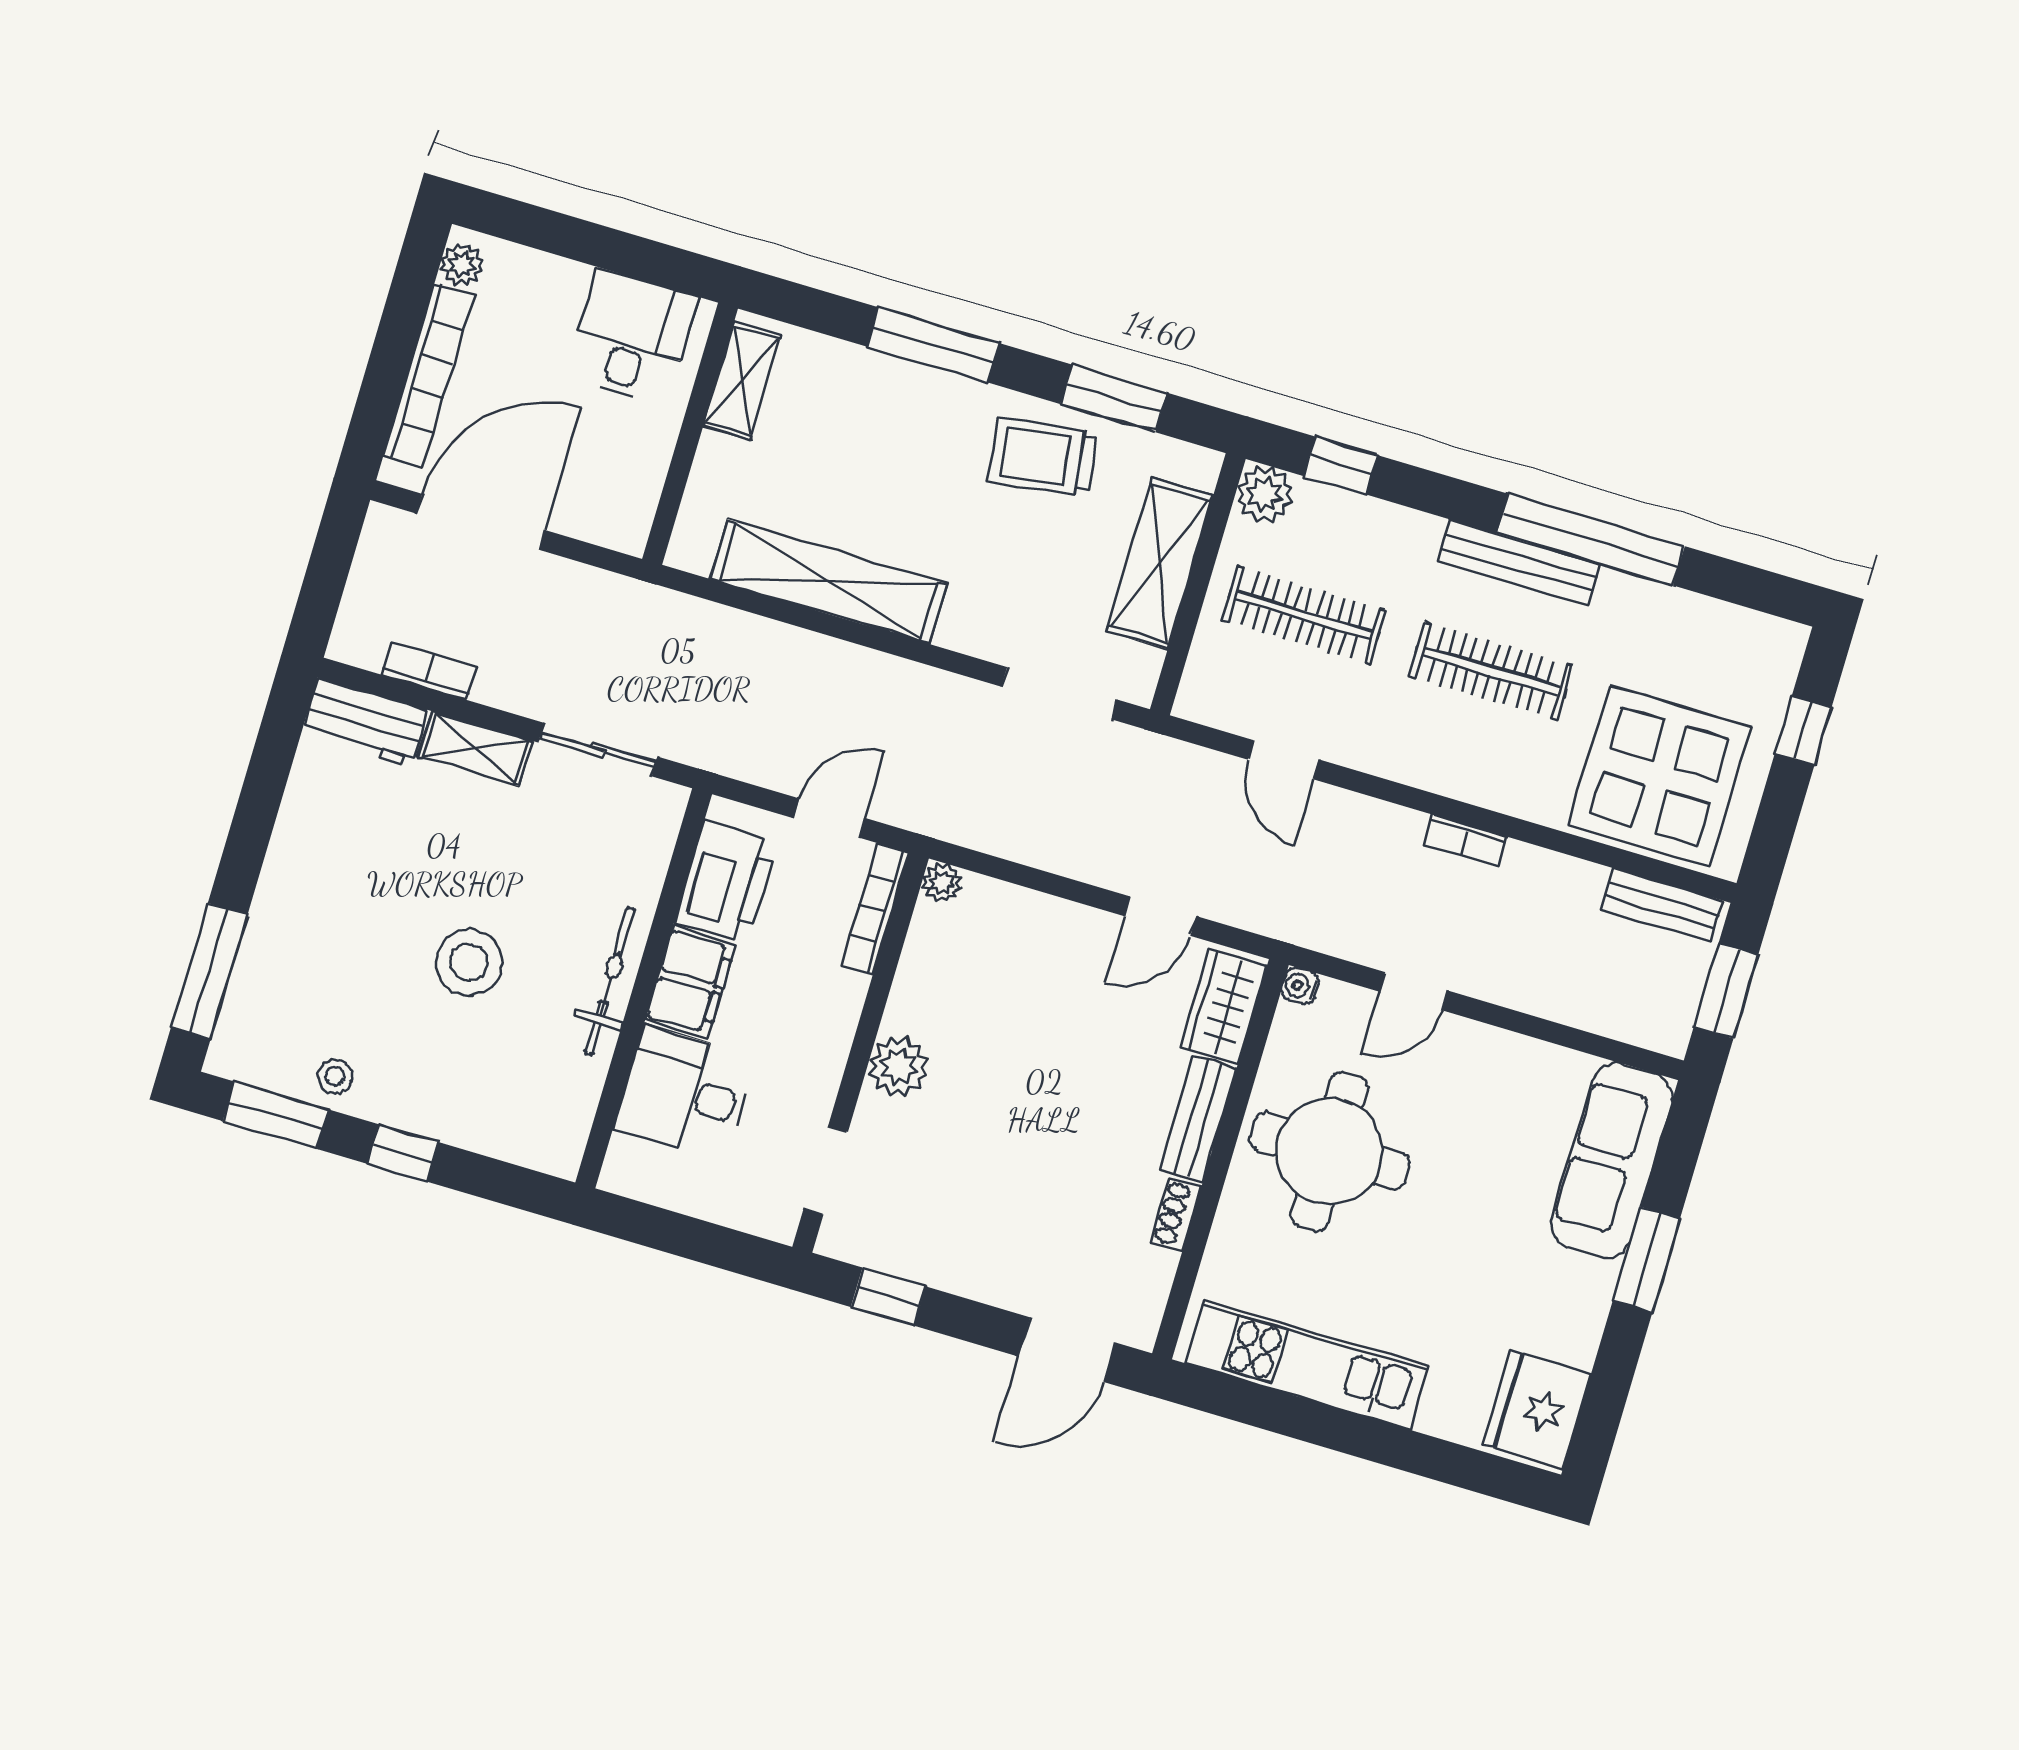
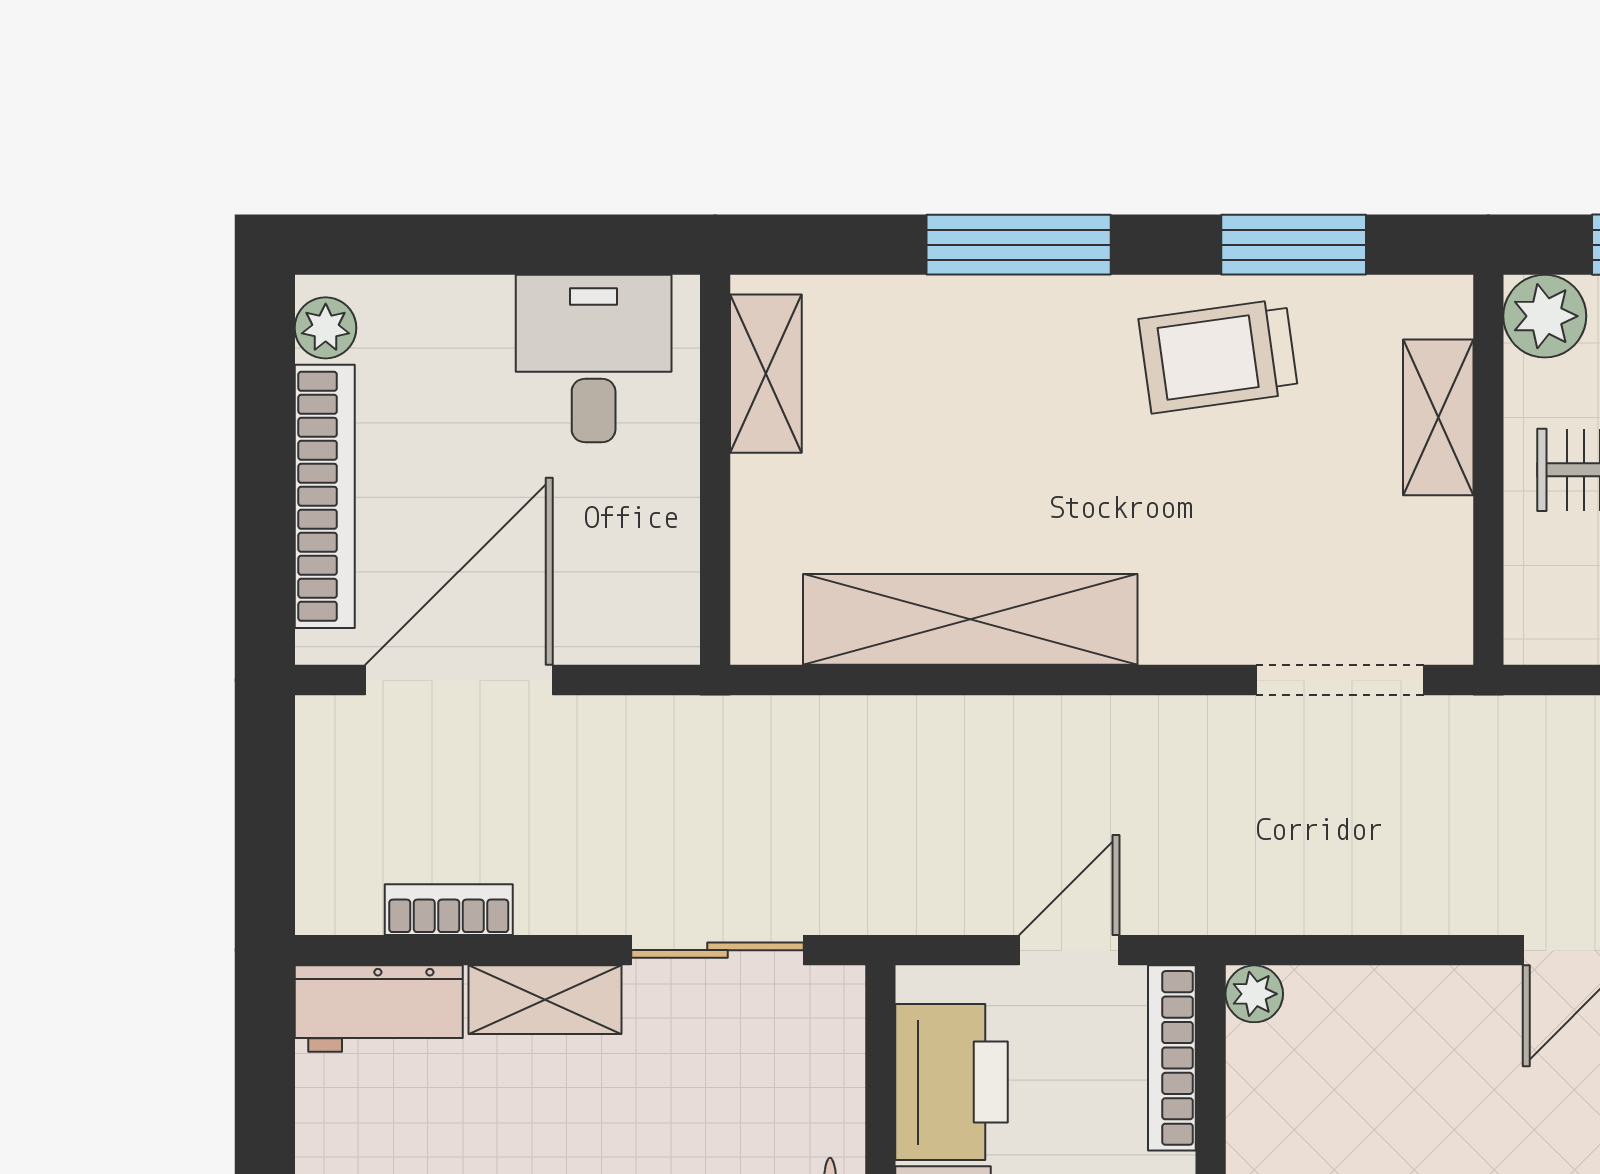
shelving: (1160, 563) -> (1438, 417), width x0.67, depth x0.75

